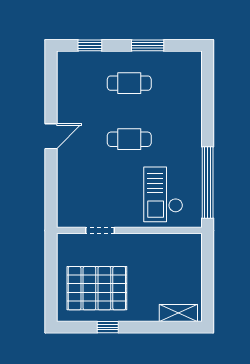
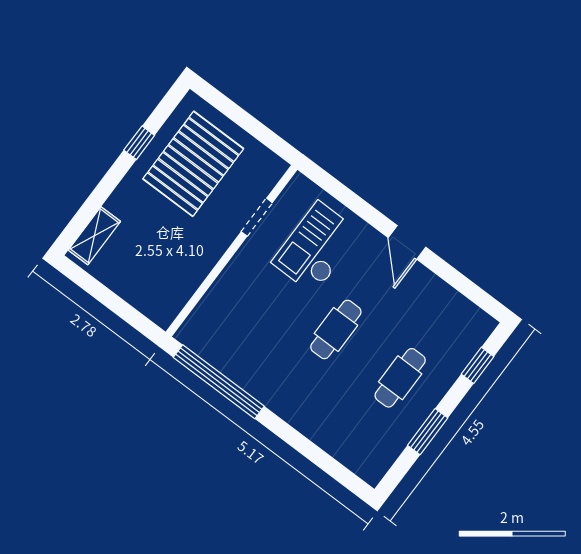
checkout: (163, 194) -> (316, 248), moved, turned -90

